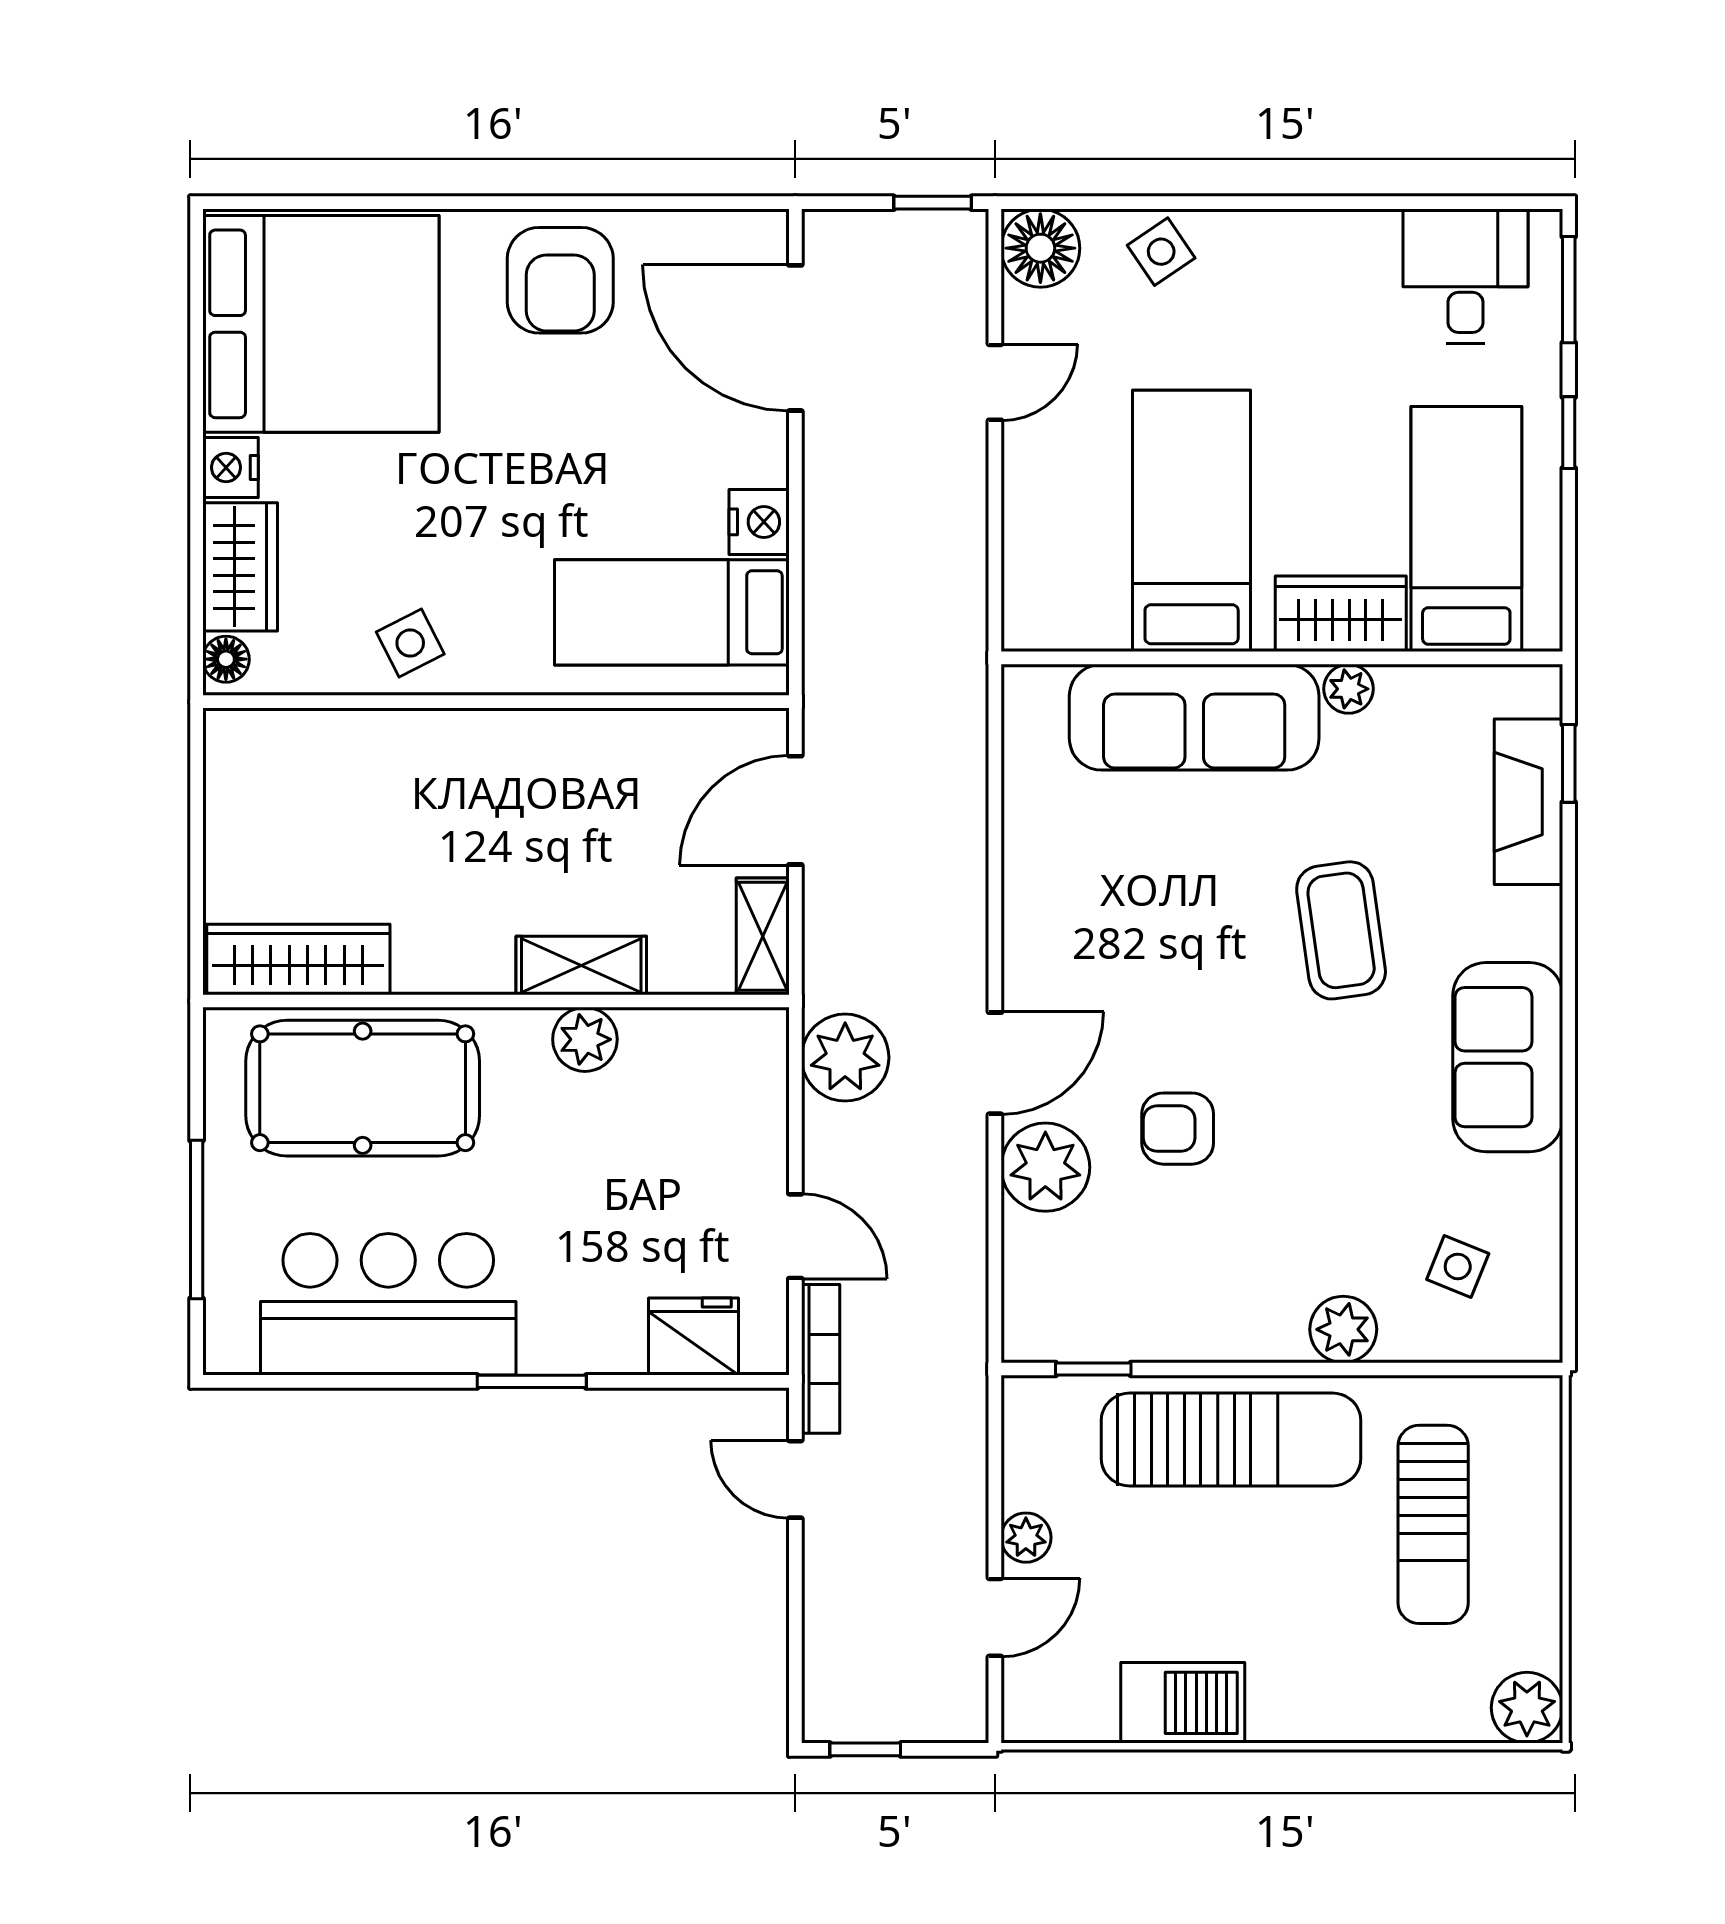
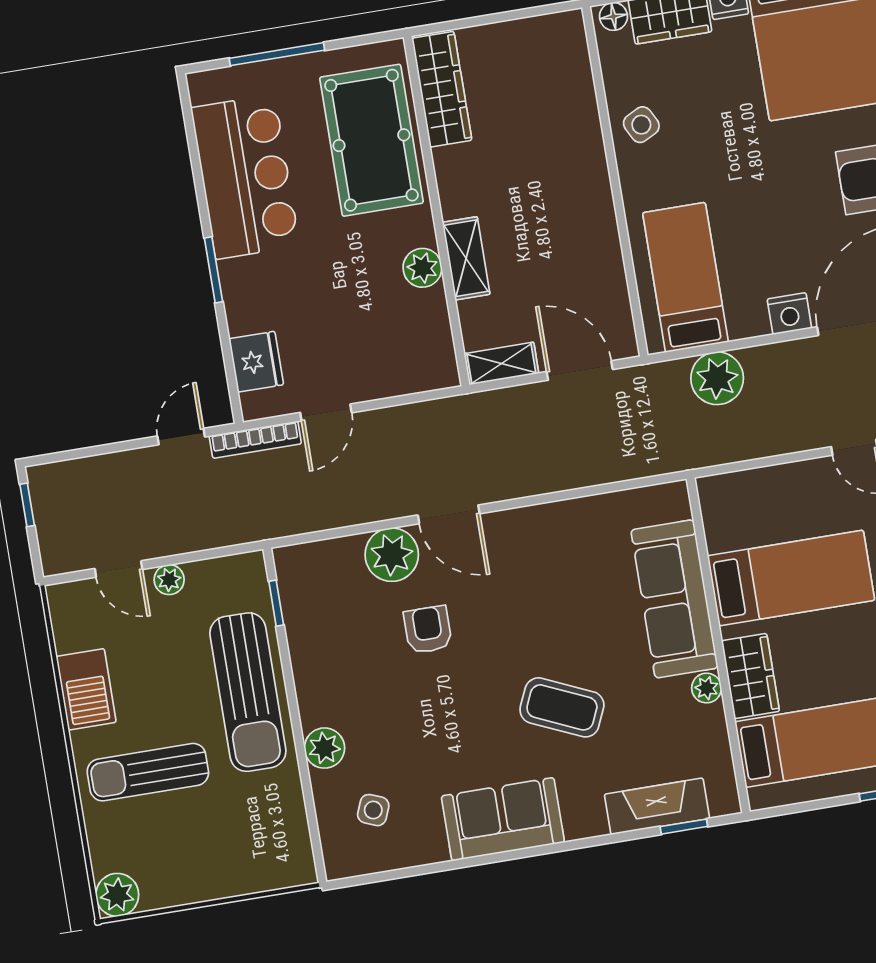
nightstand: (759, 522) -> (789, 314), moved
coffee table: (1341, 930) -> (562, 707), turned 32
plant: (845, 1058) -> (717, 378), moved
sun lounger: (1433, 1524) -> (148, 772), moved

